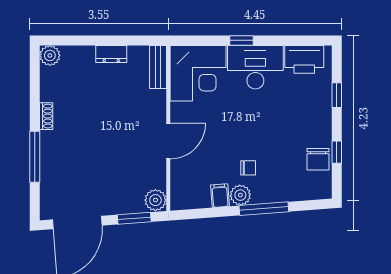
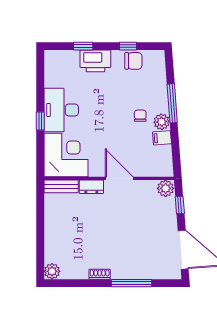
dresser: (111, 54) -> (91, 187), moved, turned 90
printer: (304, 59) -> (95, 61), moved, turned 90
window: (134, 218) -> (180, 205), width x0.67

